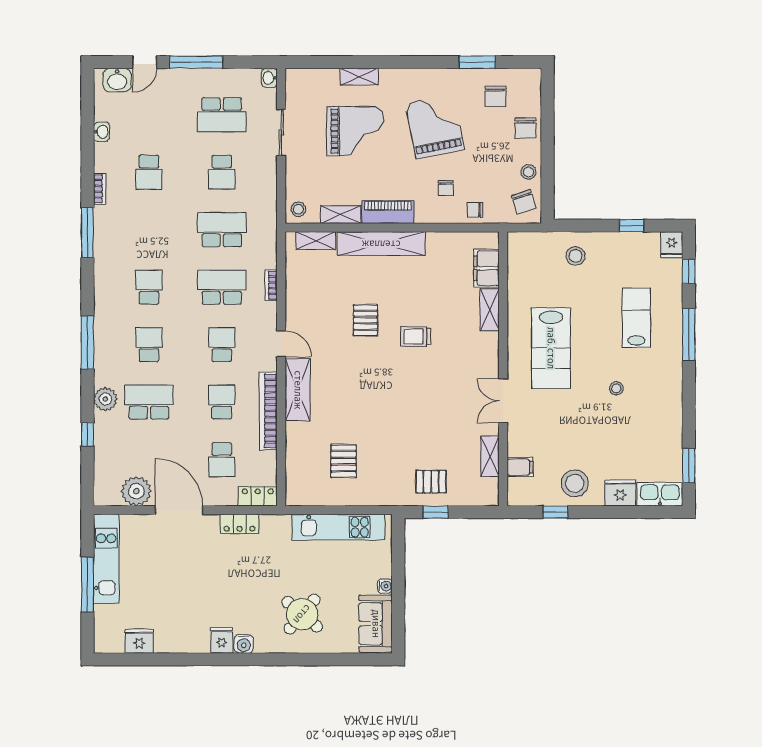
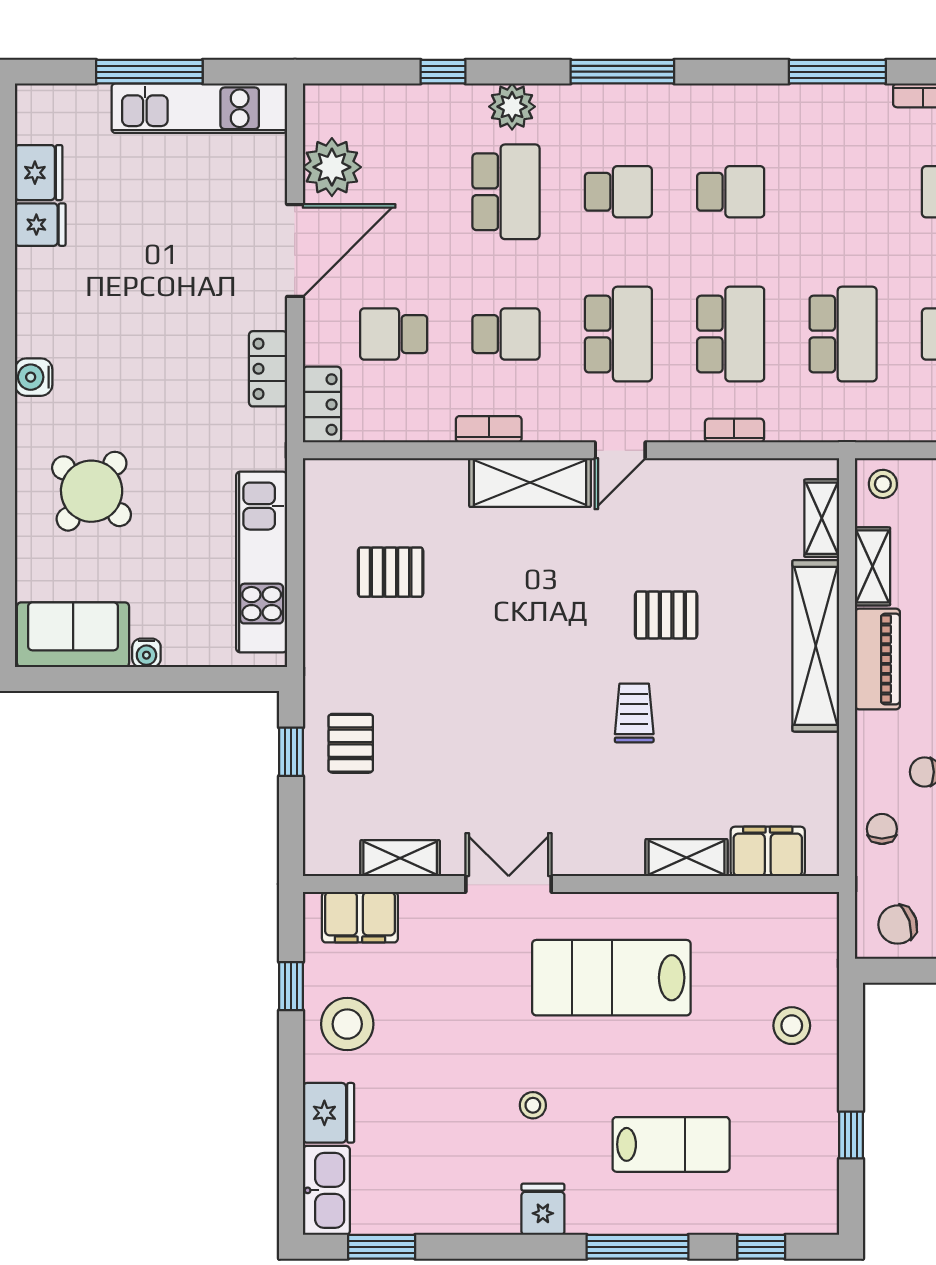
fridge: (672, 245) -> (543, 1209), moved, turned 90
school desk: (222, 345) -> (618, 334), width x1.85
bookcase: (268, 411) -> (489, 429), width x0.43, depth x0.76
filing cabinet: (520, 467) -> (360, 917), width x2.00
fridge: (222, 640) -> (40, 225), moved

